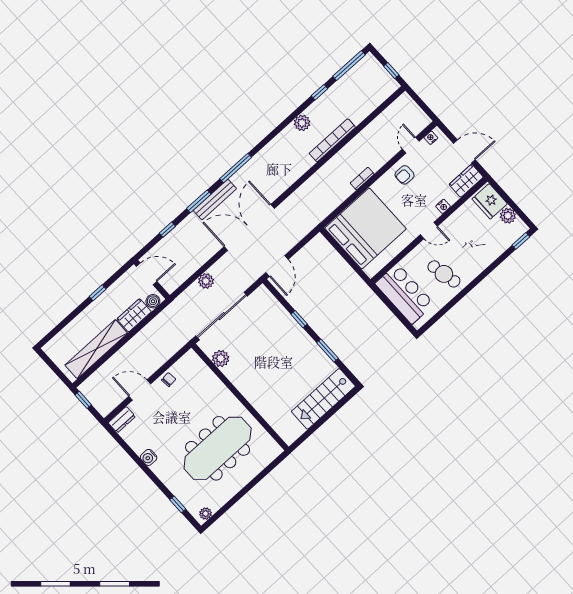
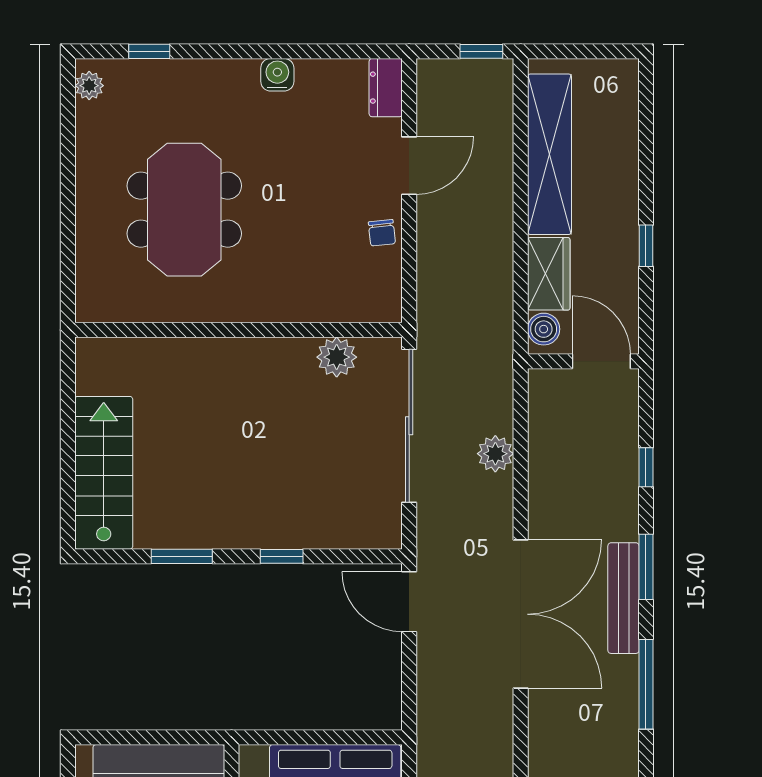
door: (147, 274) -> (601, 361), swing flipped
meeting table: (218, 448) -> (184, 210), width x0.73

